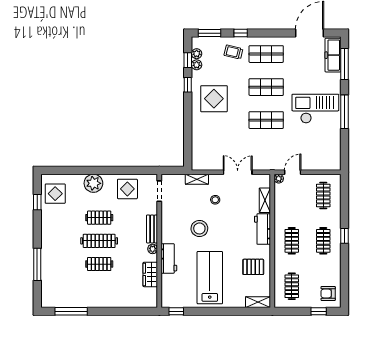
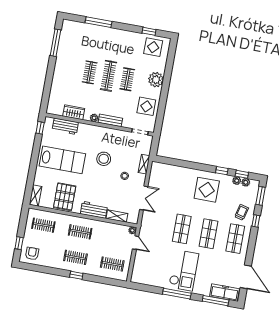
workbench: (169, 258) -> (65, 126), moved
pallet: (253, 267) -> (65, 197), width x1.50, depth x1.42

